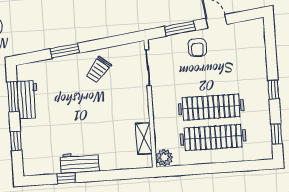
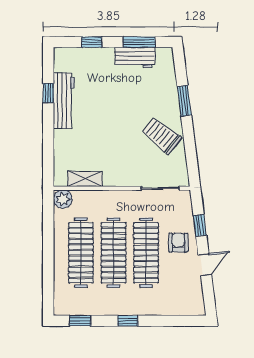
window: (180, 28) -> (200, 225), width x0.67
armchair: (197, 47) -> (178, 243), turned 90
trolley: (98, 70) -> (162, 135), width x1.36, depth x1.39
clothes rail: (209, 77) -> (146, 253), added
workbench: (80, 163) -> (64, 101), width x1.38

